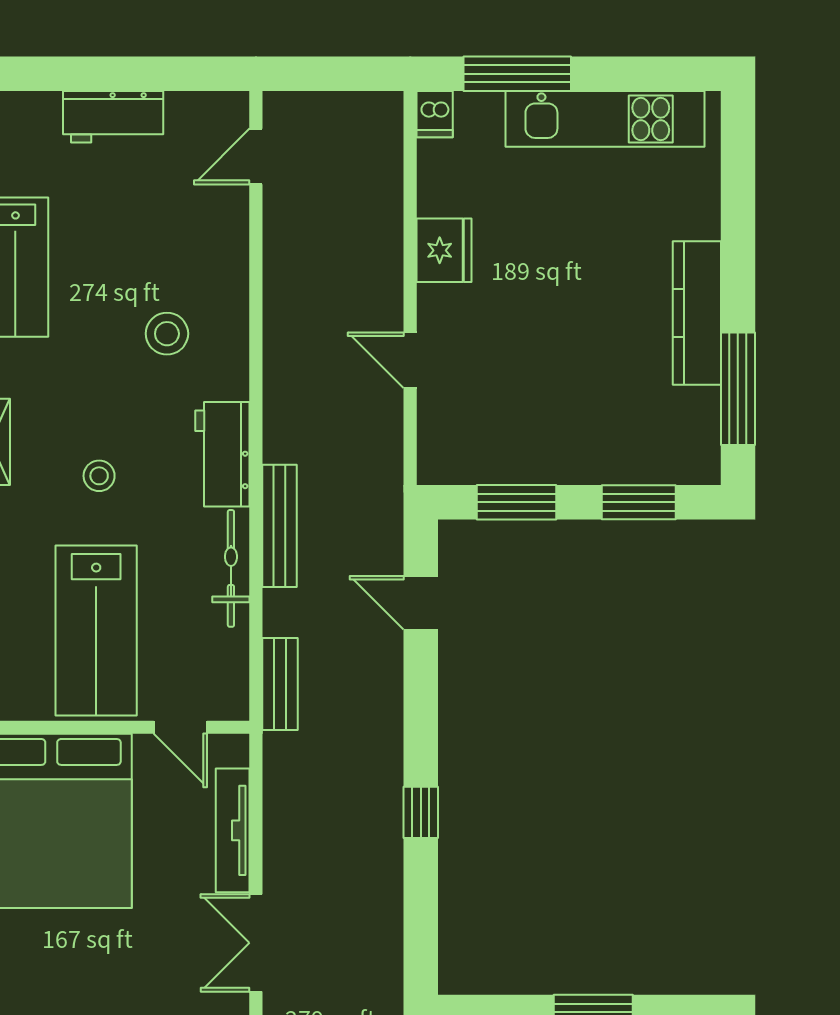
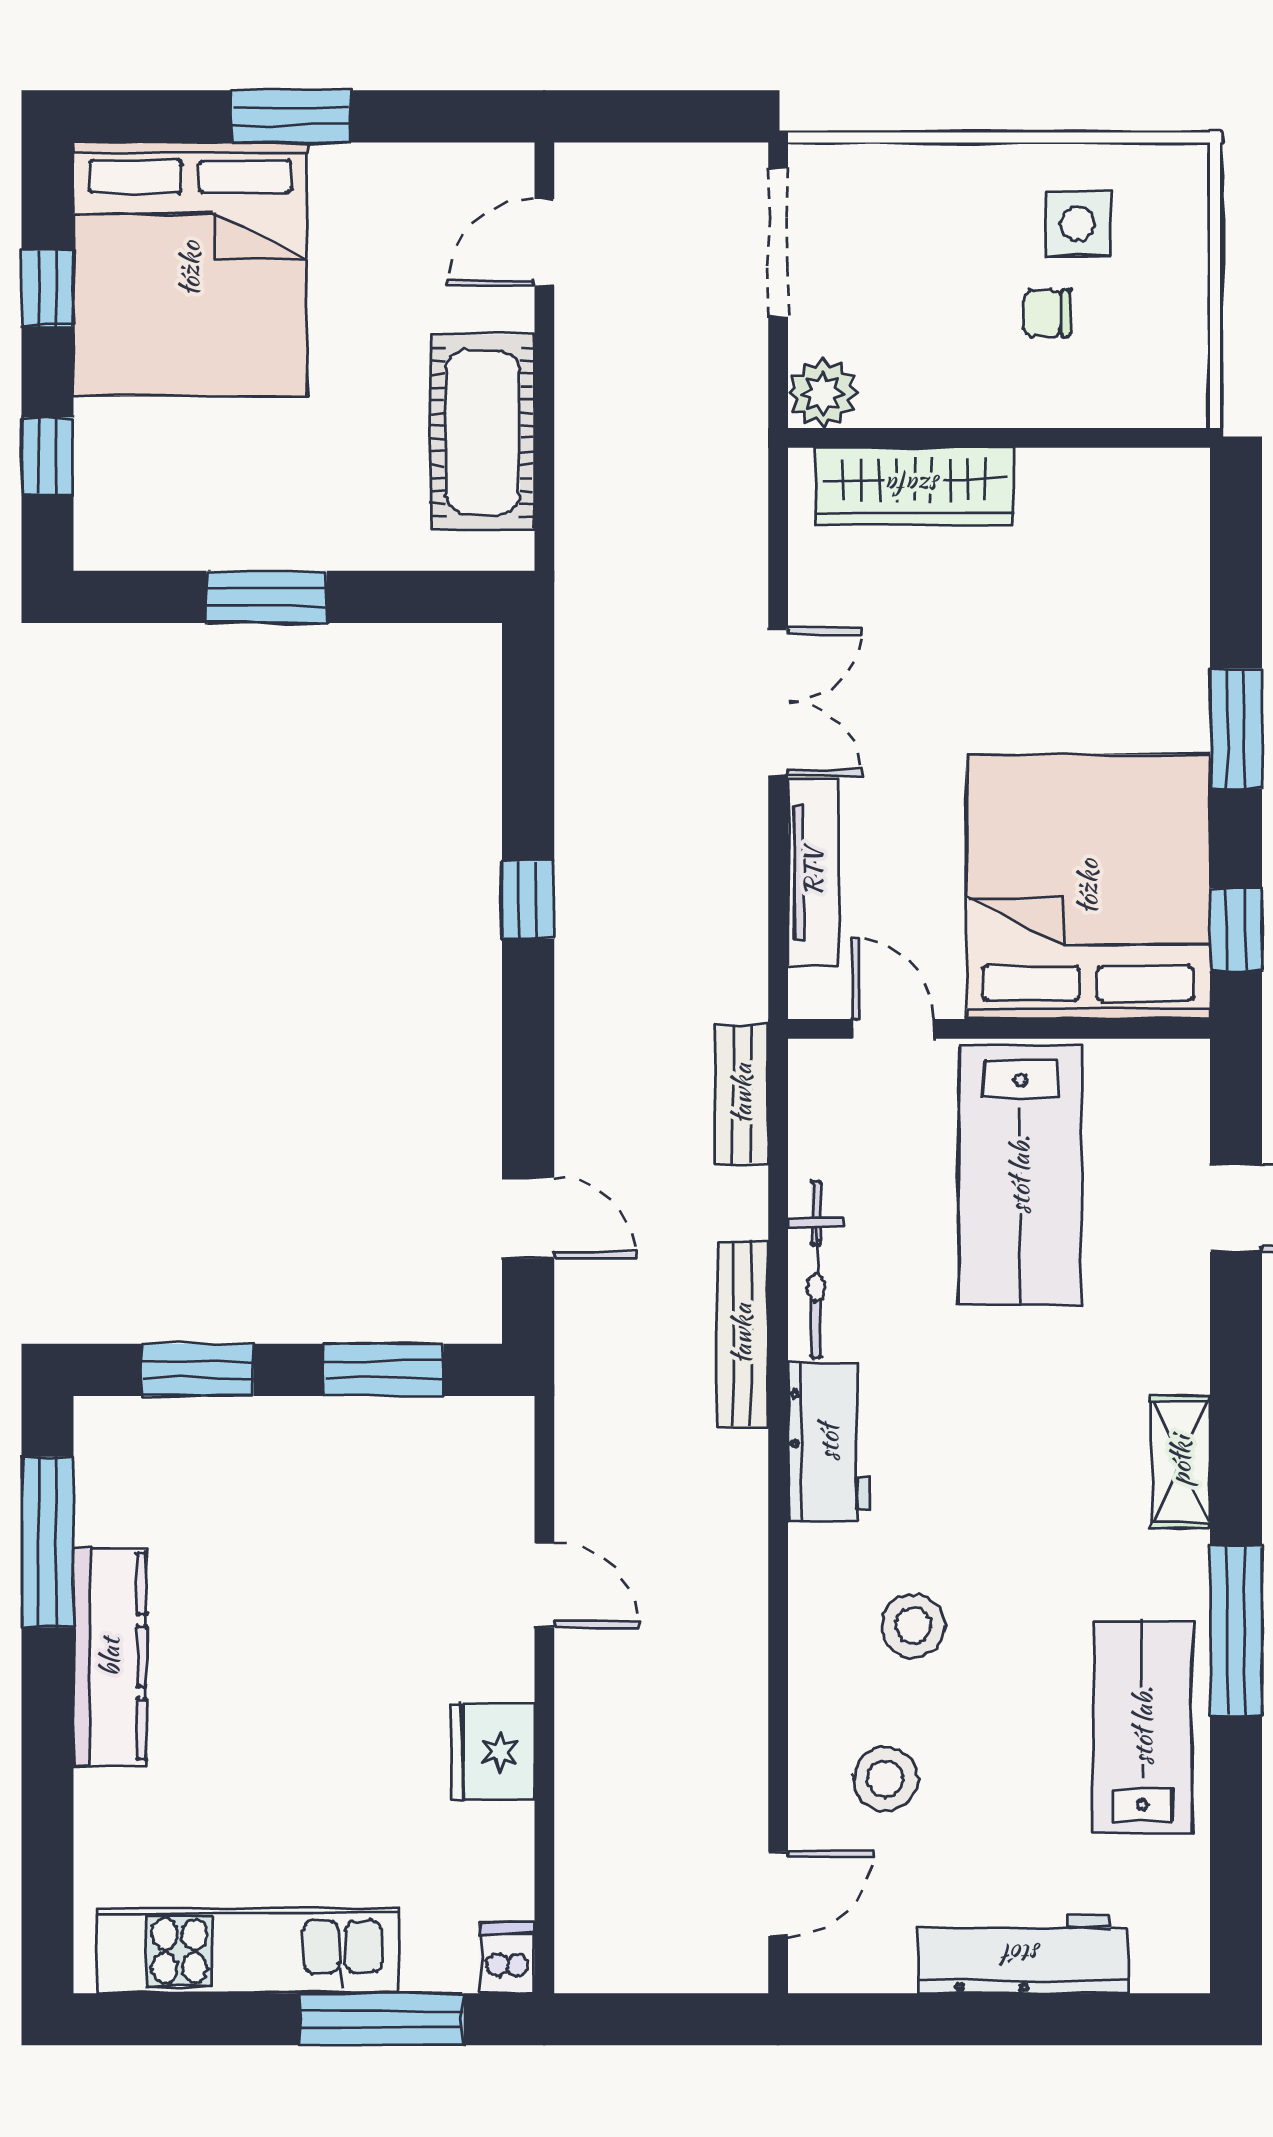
workbench: (113, 117) -> (1023, 1954), width x1.38
stool: (99, 476) -> (885, 1779), moved, width x1.37, depth x1.37
lab bench: (96, 631) -> (1020, 1175), turned 180

